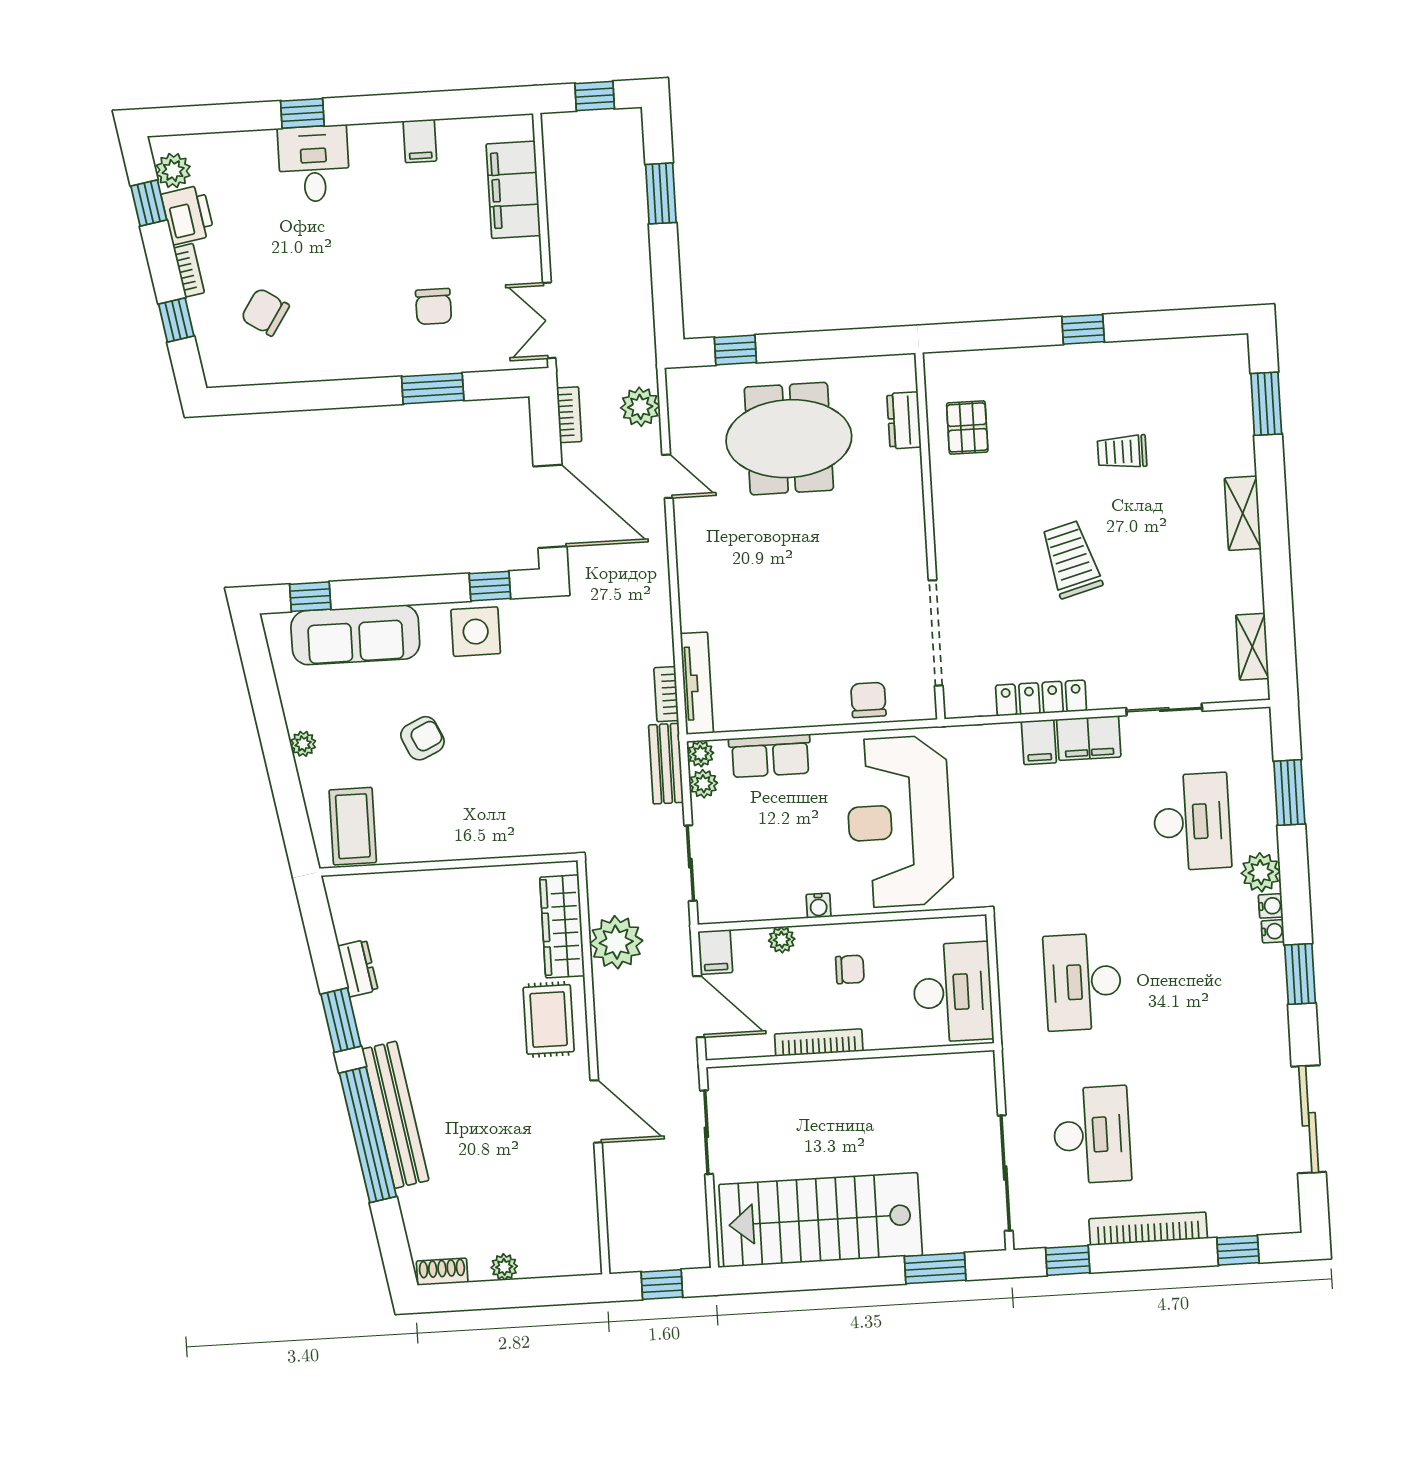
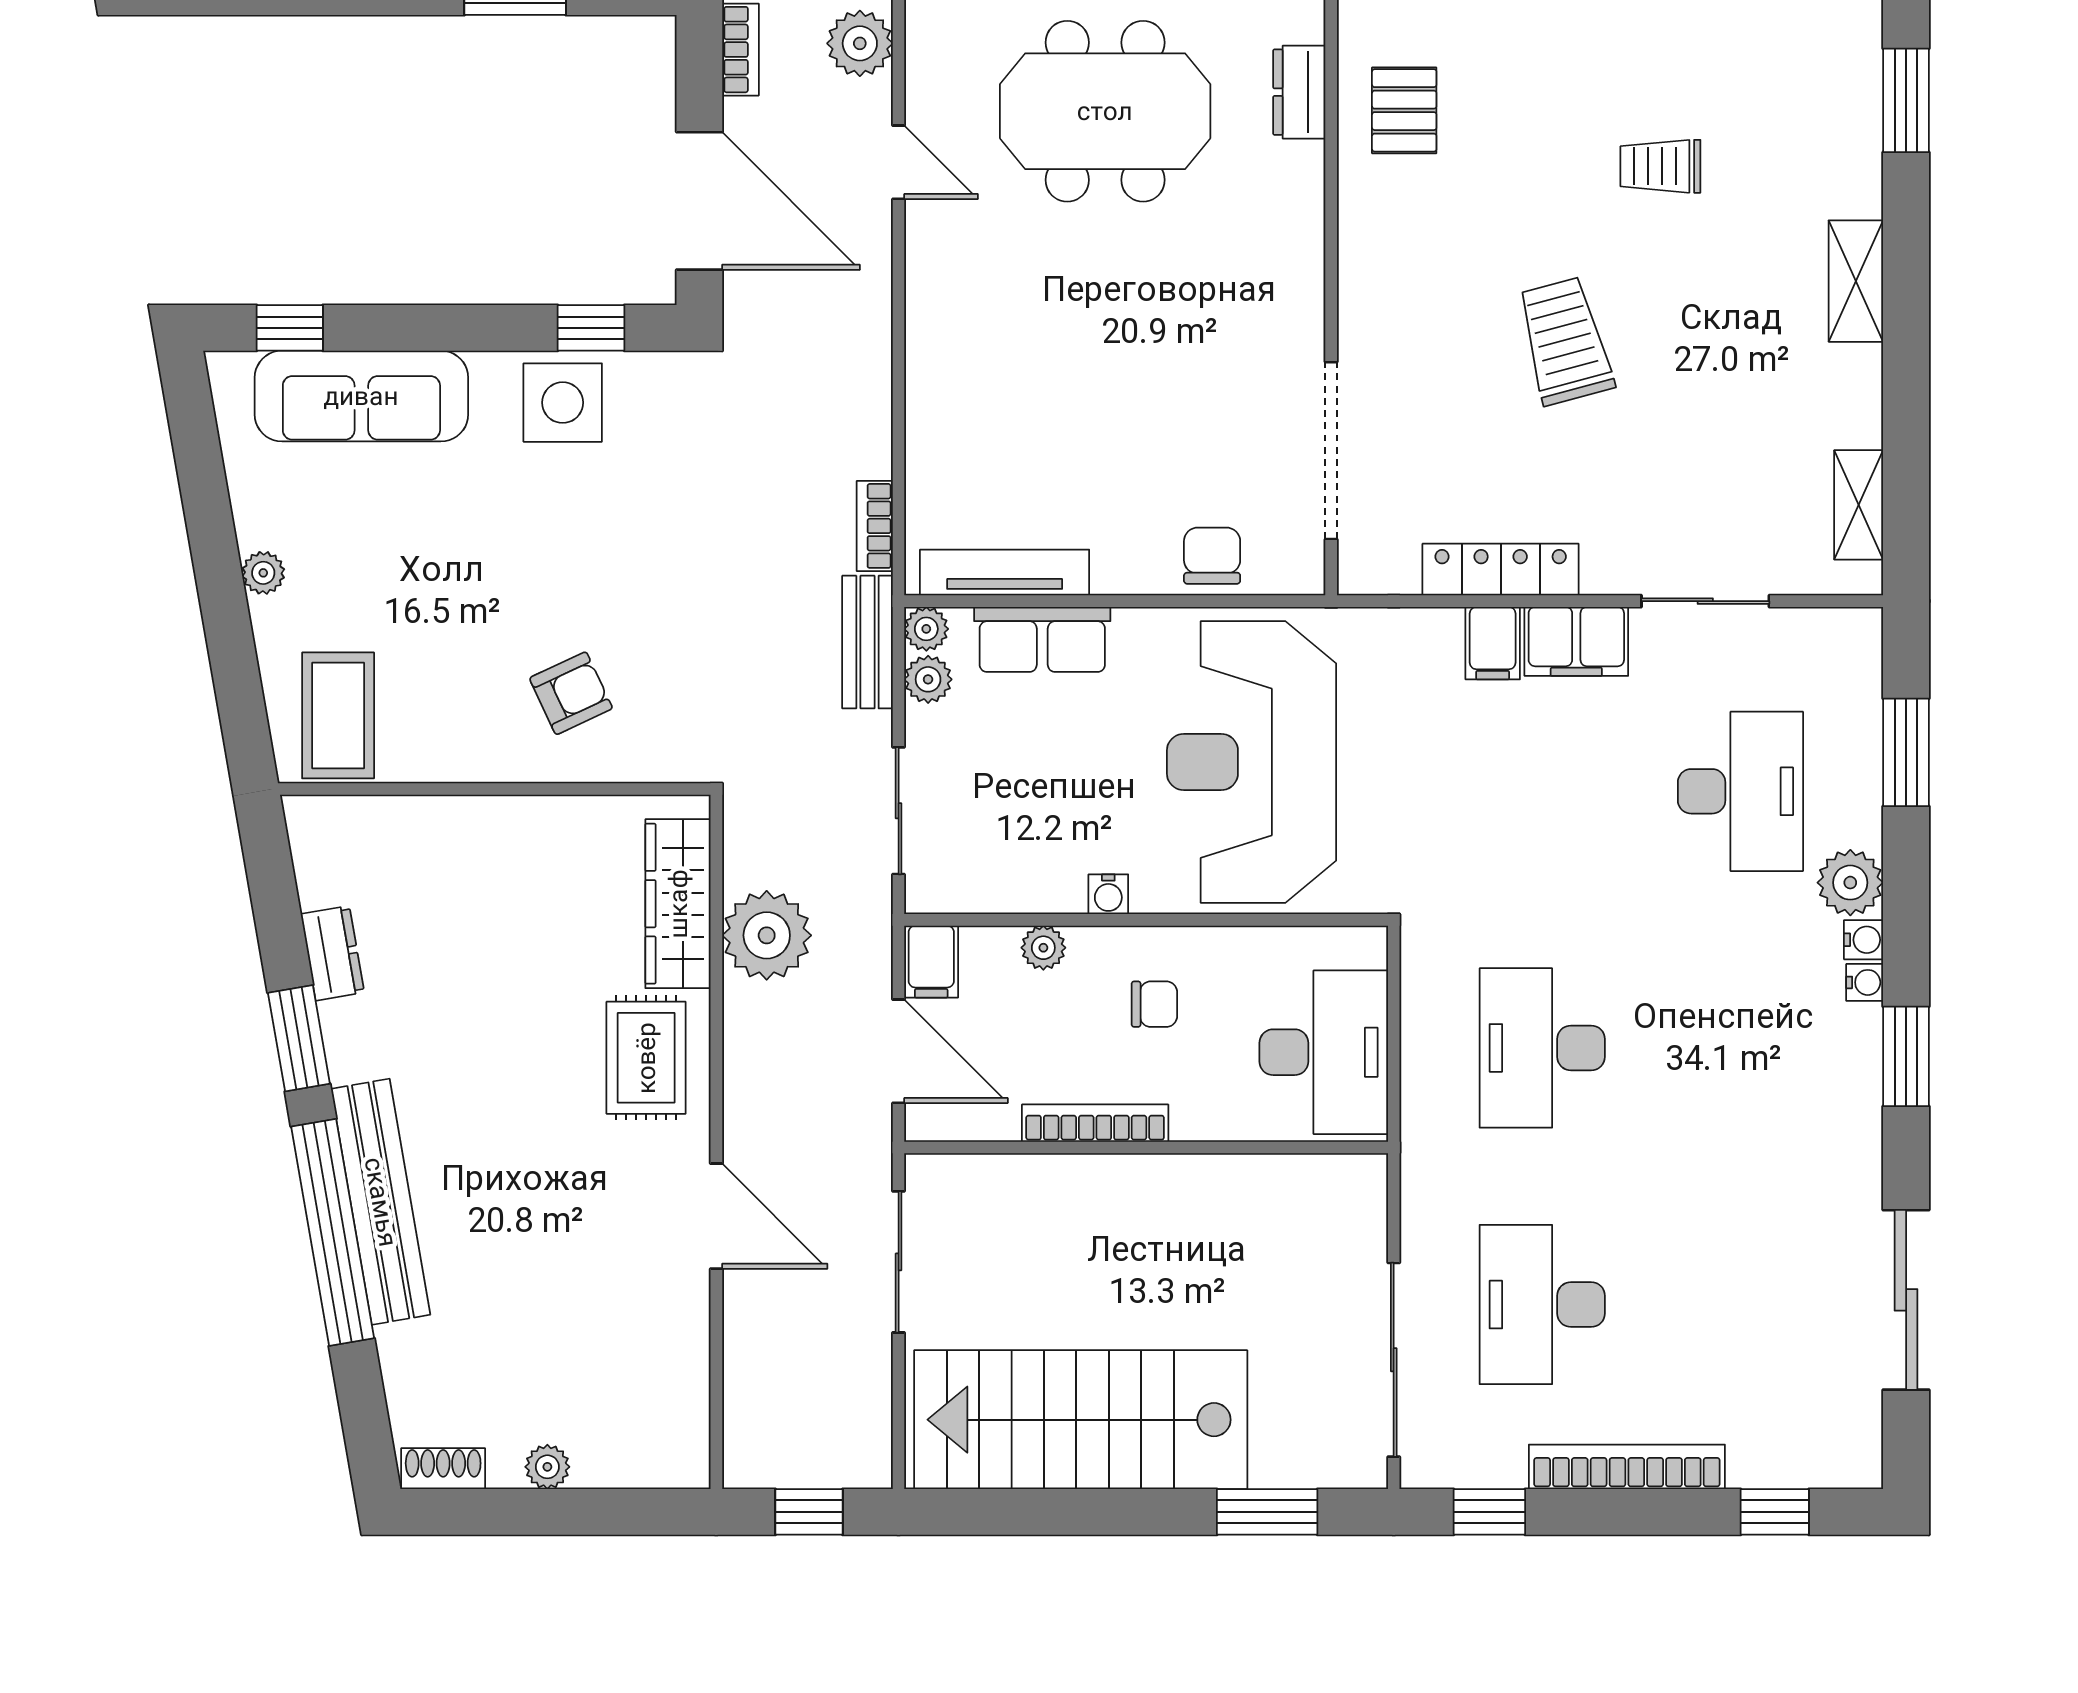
tv unit: (697, 683) -> (1005, 572), moved, turned -90
armchair: (422, 738) -> (571, 693), moved
desk: (1092, 1135) -> (1542, 1305), turned 180

